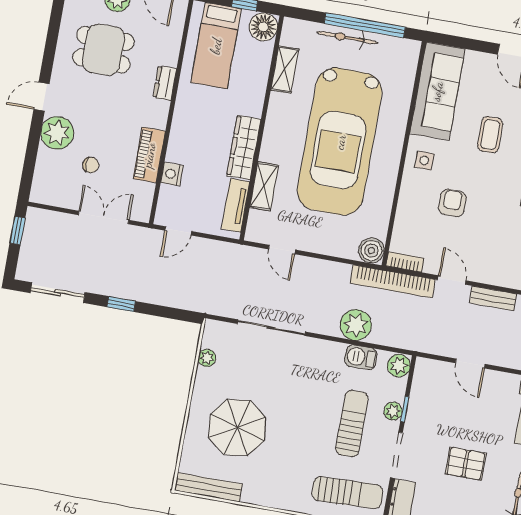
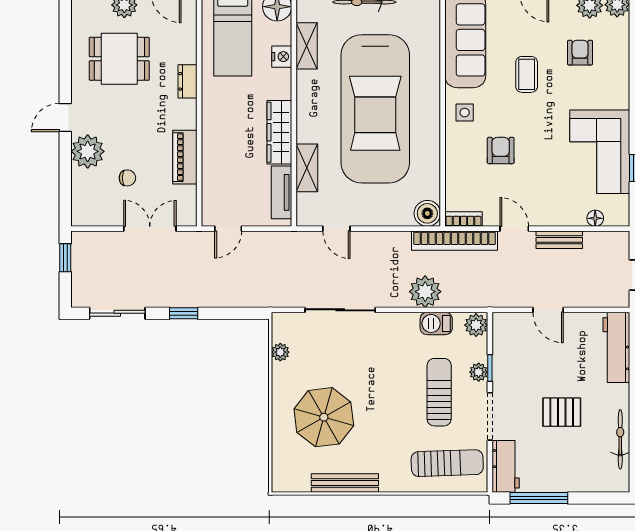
nightstand: (172, 174) -> (282, 57), moved, turned 180
bench: (209, 487) -> (345, 483), moved

